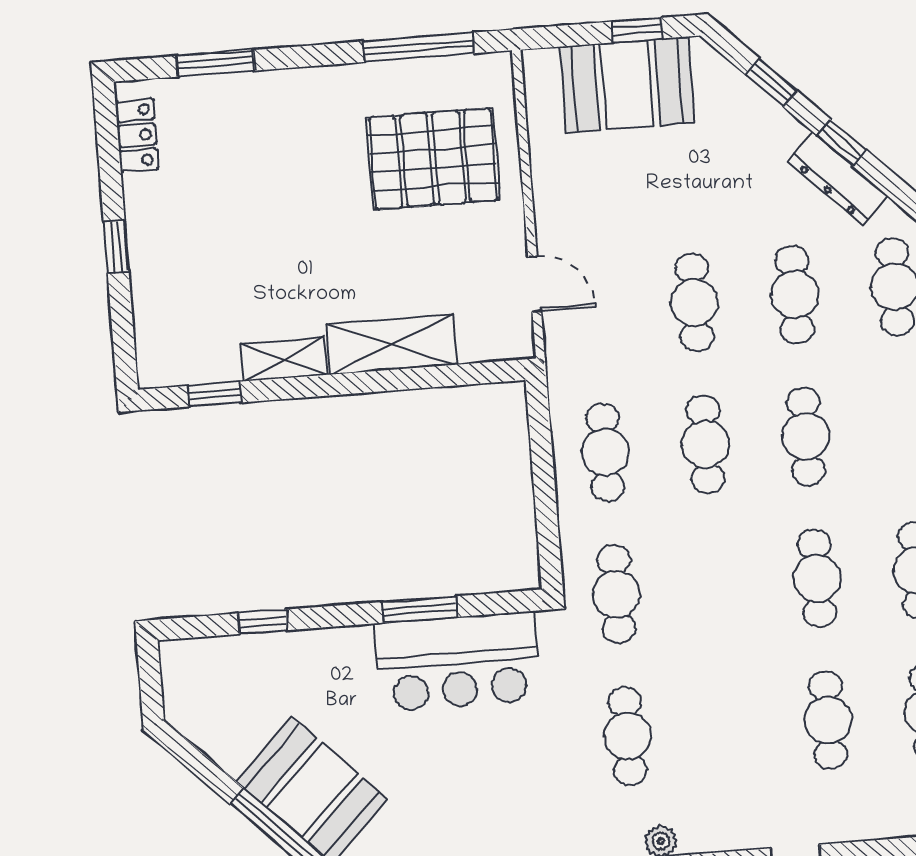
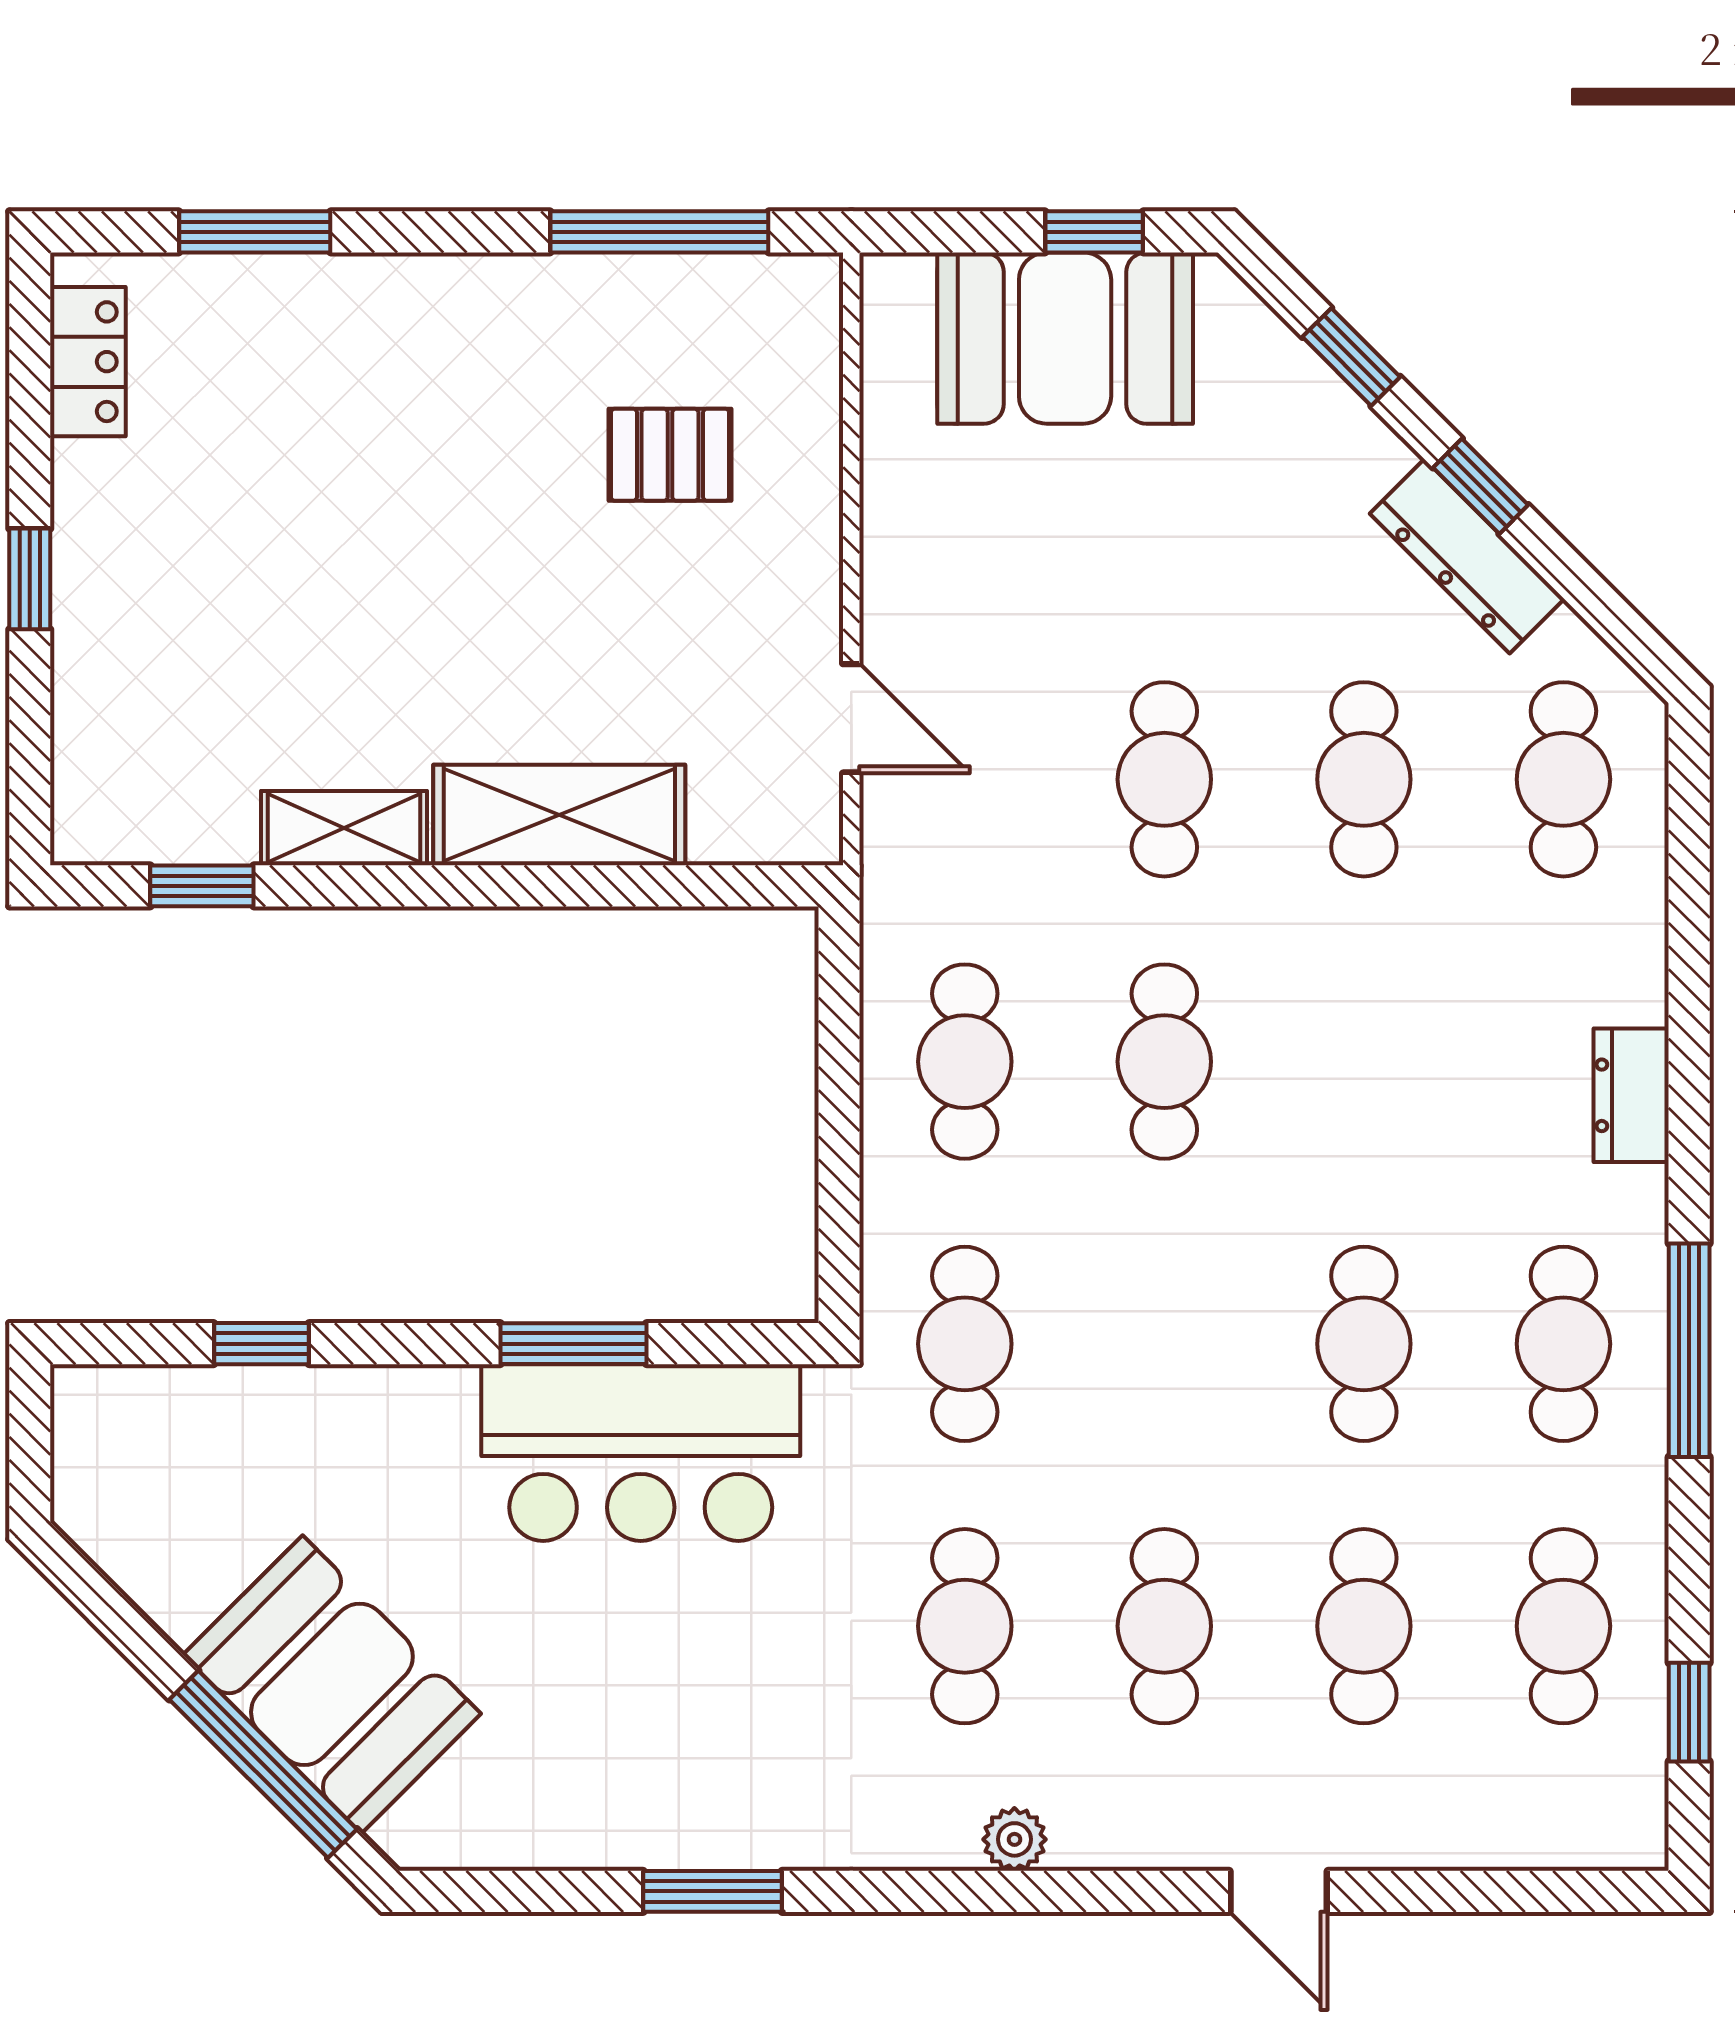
pallet: (433, 159) -> (670, 455), width x0.49, depth x0.50
cafe table: (806, 436) -> (1164, 1626), moved

